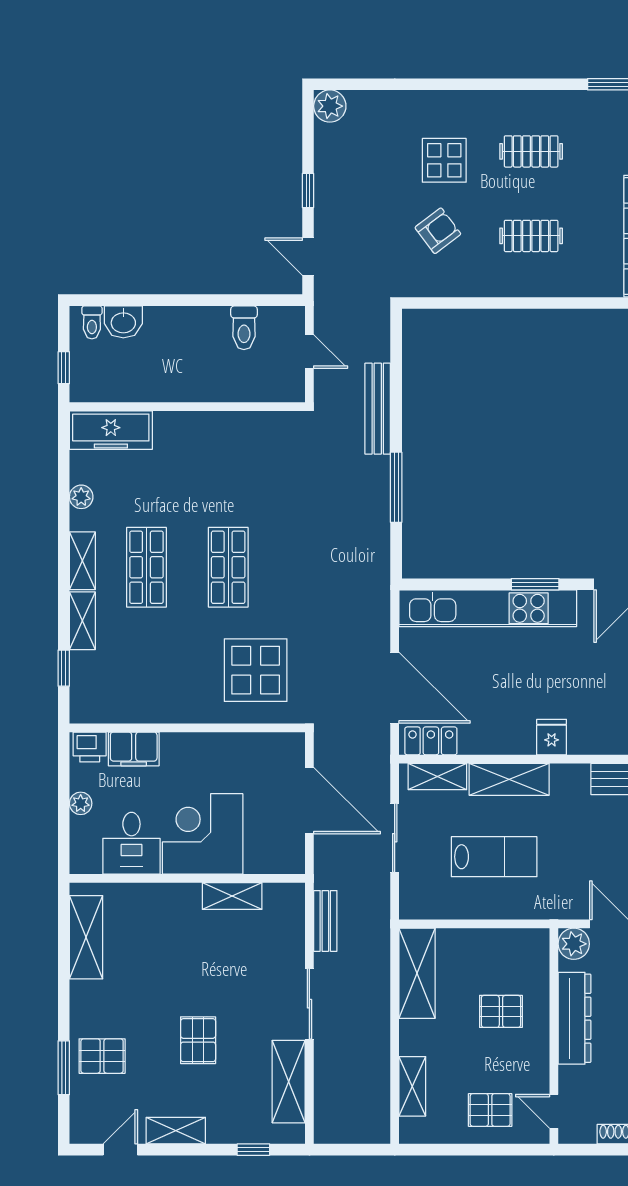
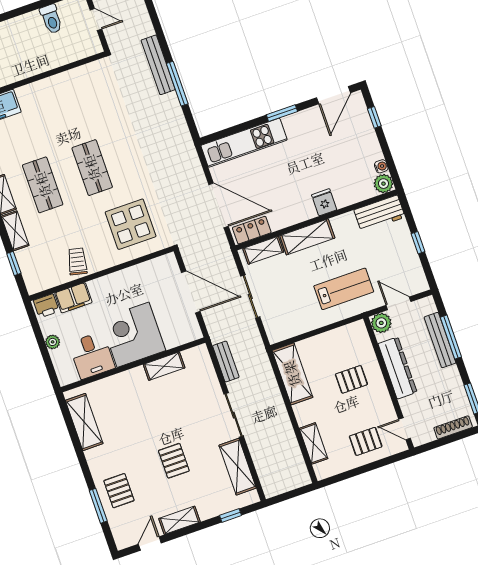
bench: (378, 409) -> (158, 65), moved
kitchen unit: (488, 608) -> (244, 143), width x0.73
trolley: (158, 698) -> (77, 261), added
lab bench: (494, 857) -> (344, 289), moved
pallet: (102, 1056) -> (119, 491), turned 90

